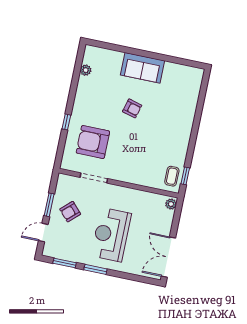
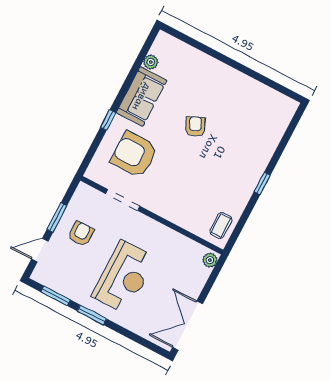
sofa: (142, 68) -> (142, 97), moved, turned -90
armchair: (132, 108) -> (195, 127), turned -130
window: (185, 176) -> (262, 183), moved
armchair: (70, 212) -> (81, 234), turned 133
reception desk: (111, 235) -> (124, 277), turned 180

